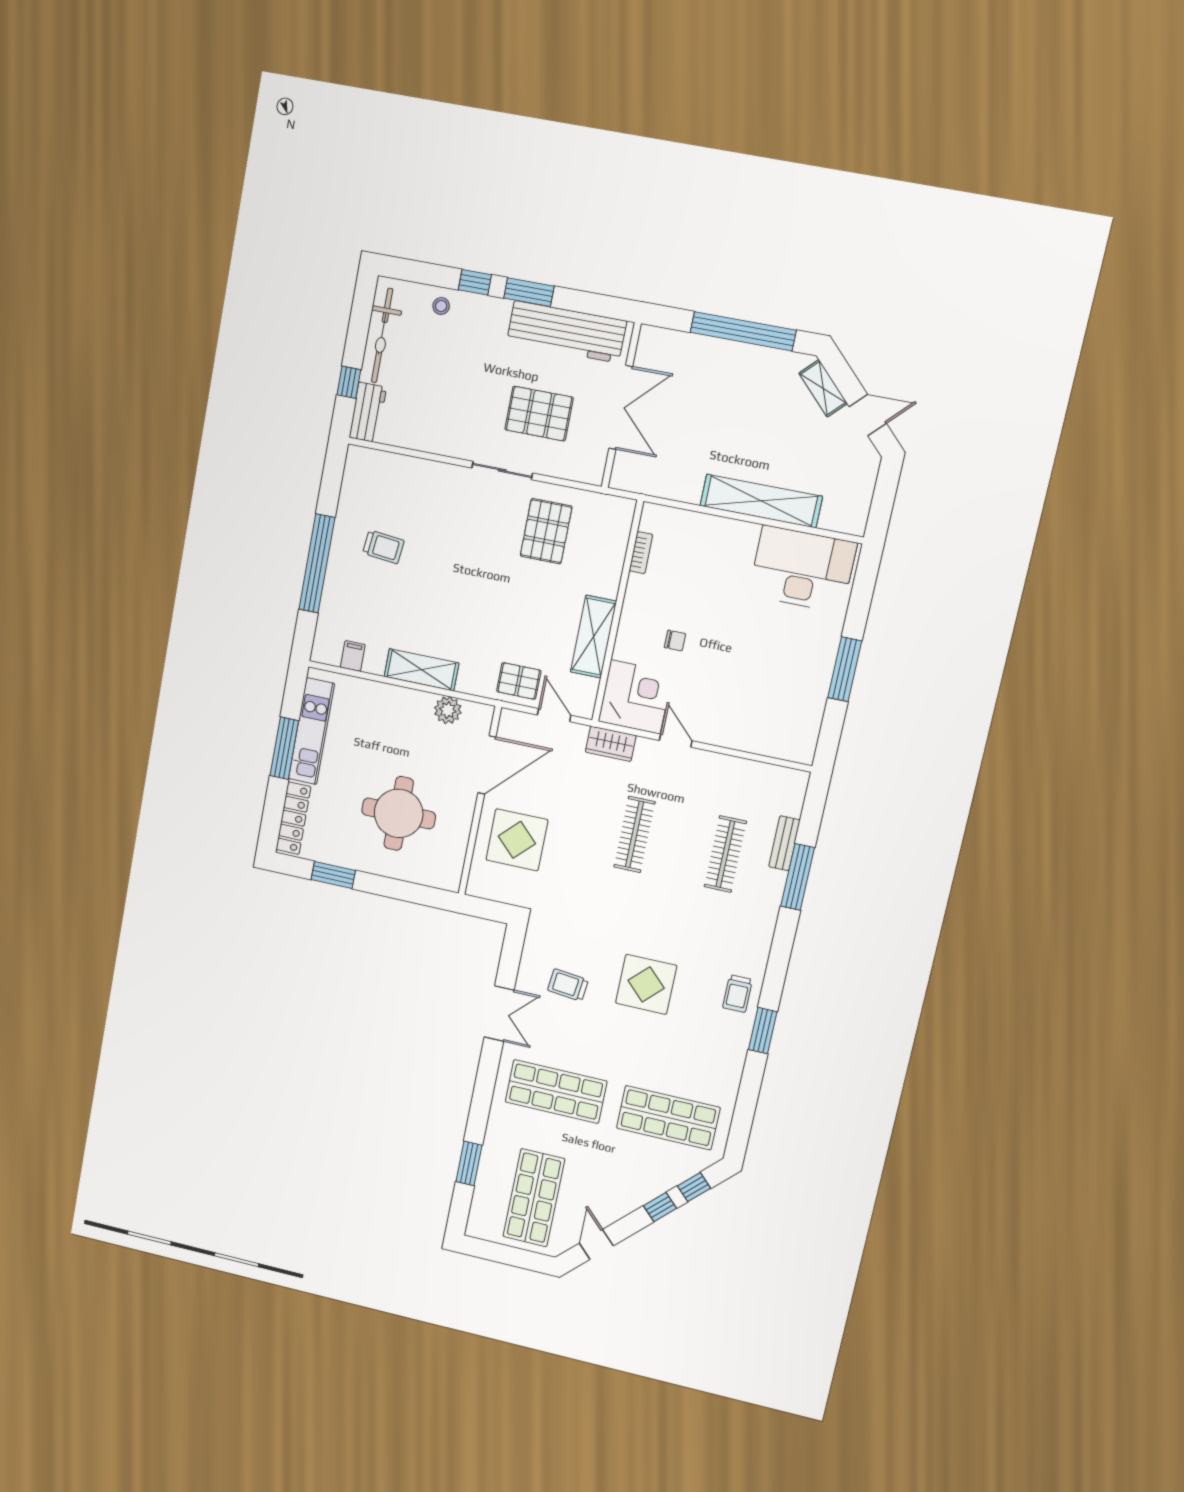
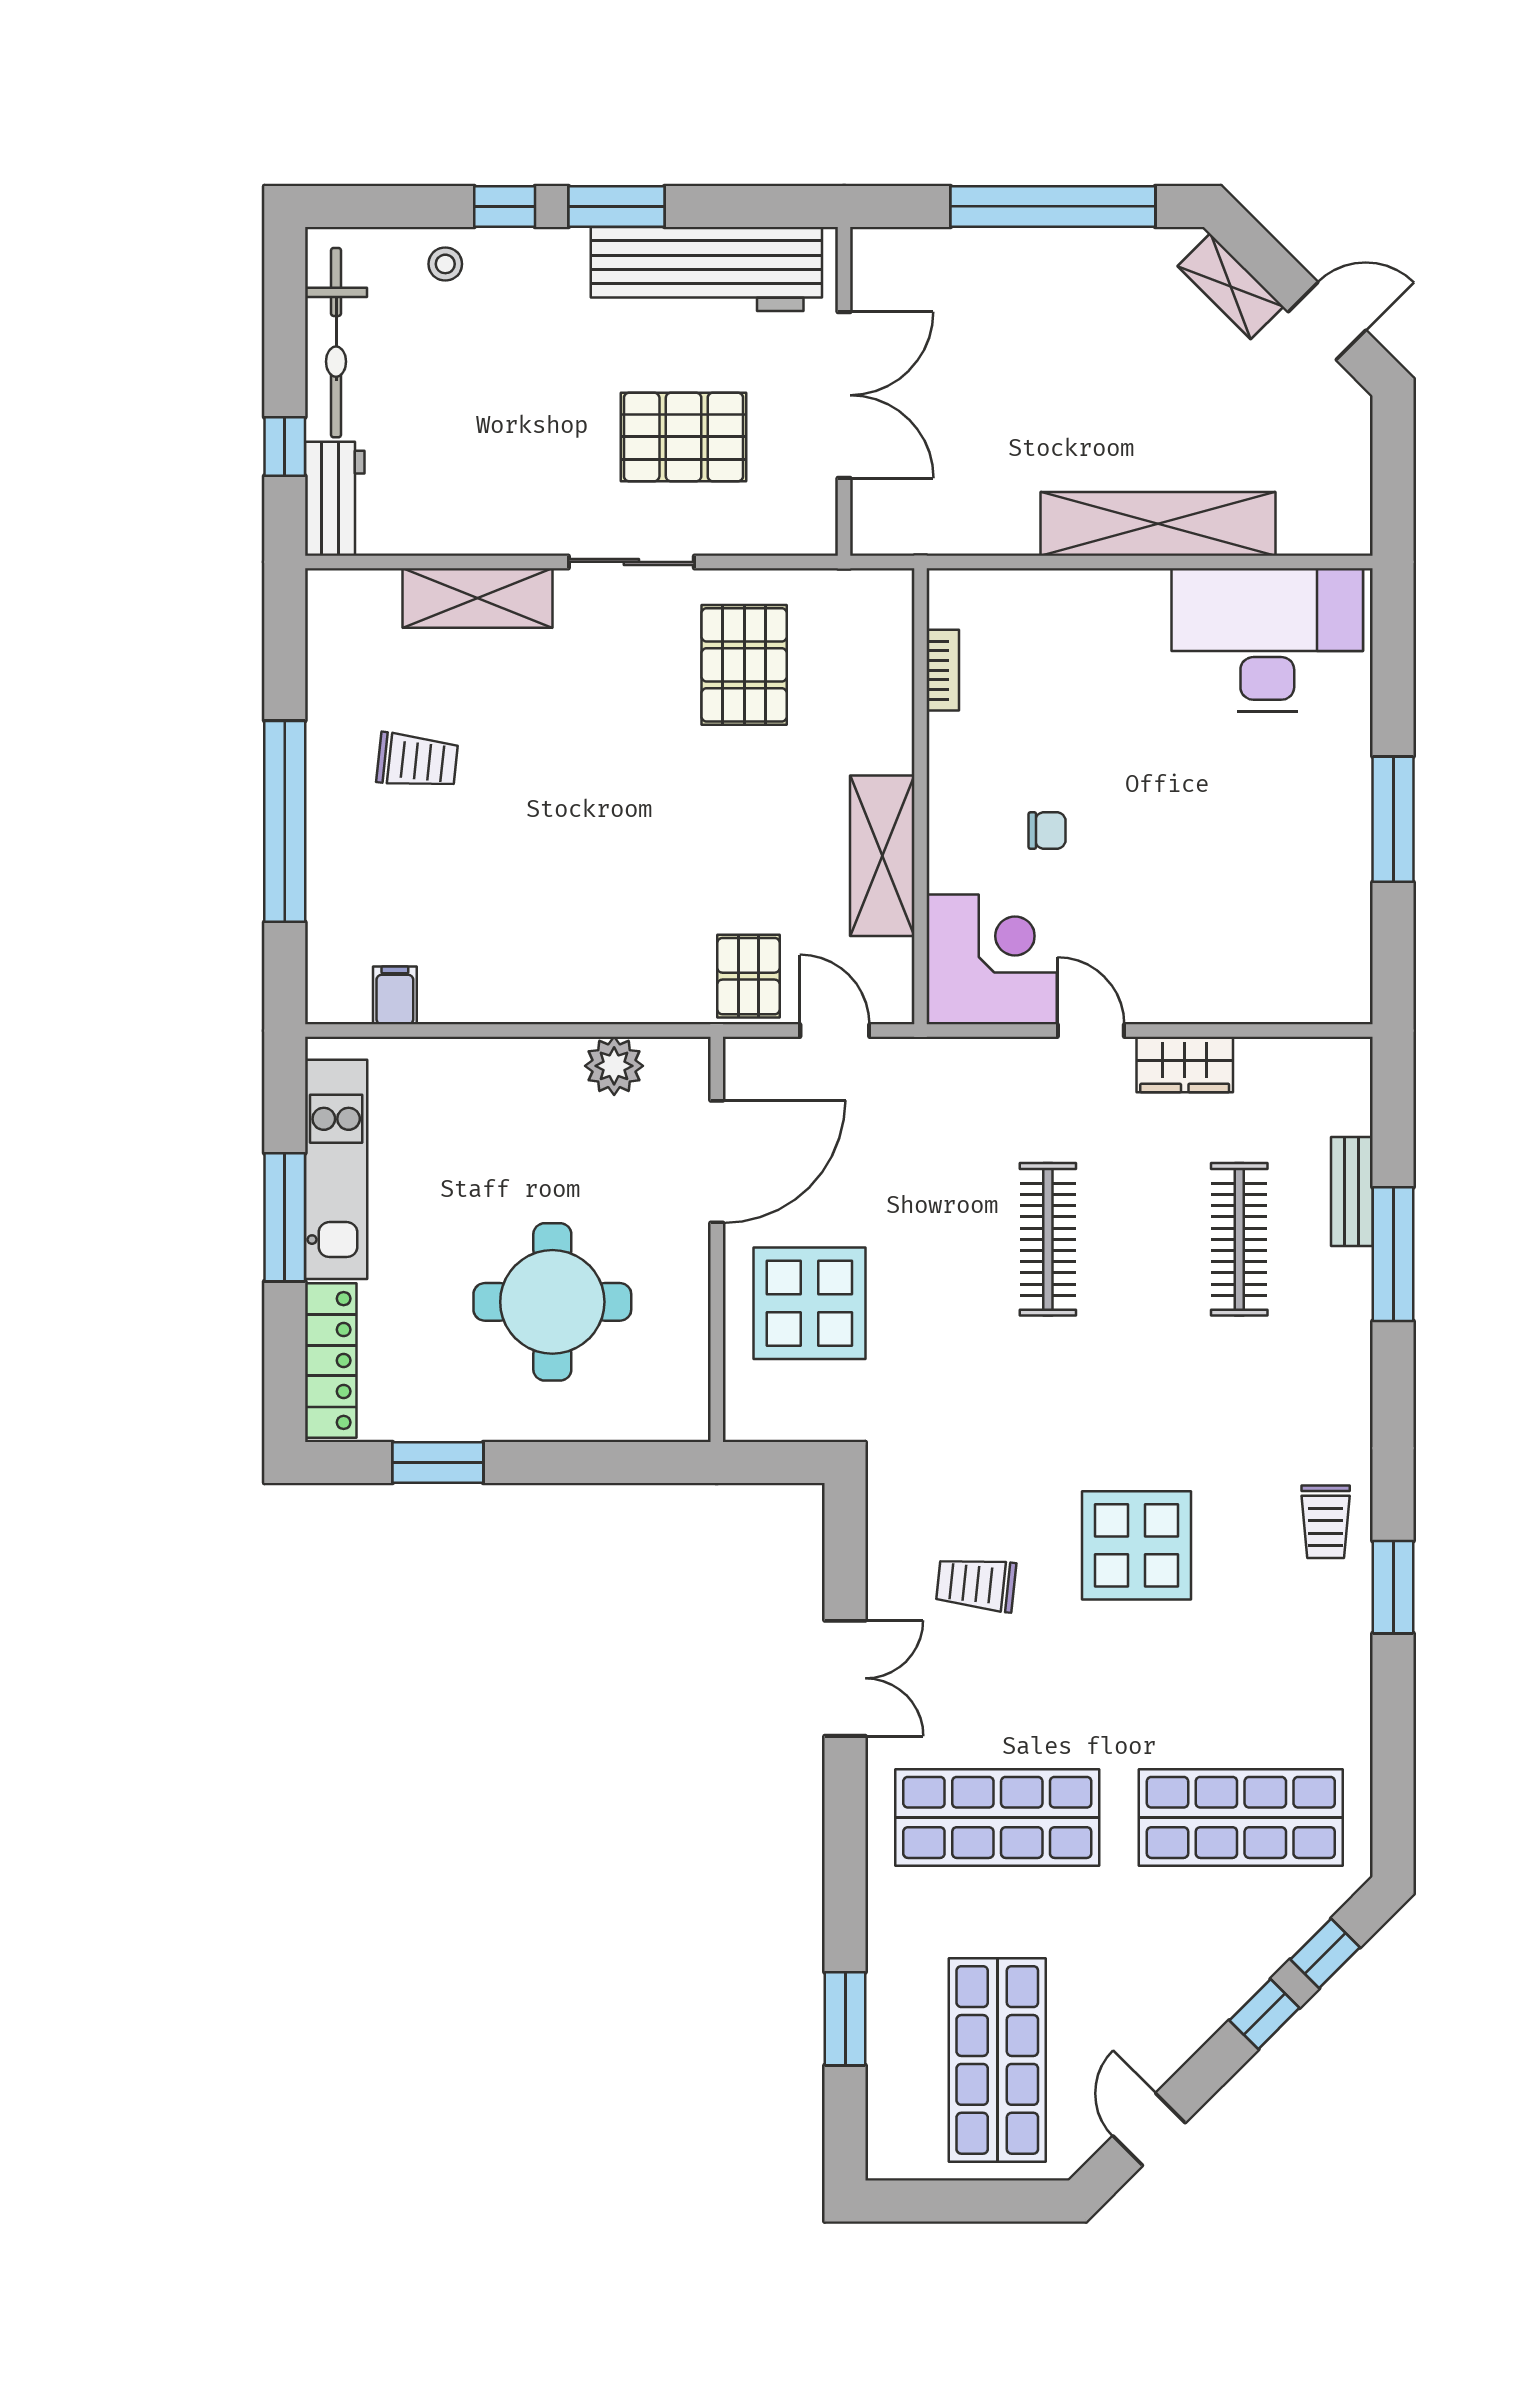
shelving: (421, 670) -> (477, 598), moved
pallet: (519, 681) -> (749, 976), turned 90
wardrobe: (611, 744) -> (1185, 1065), moved

